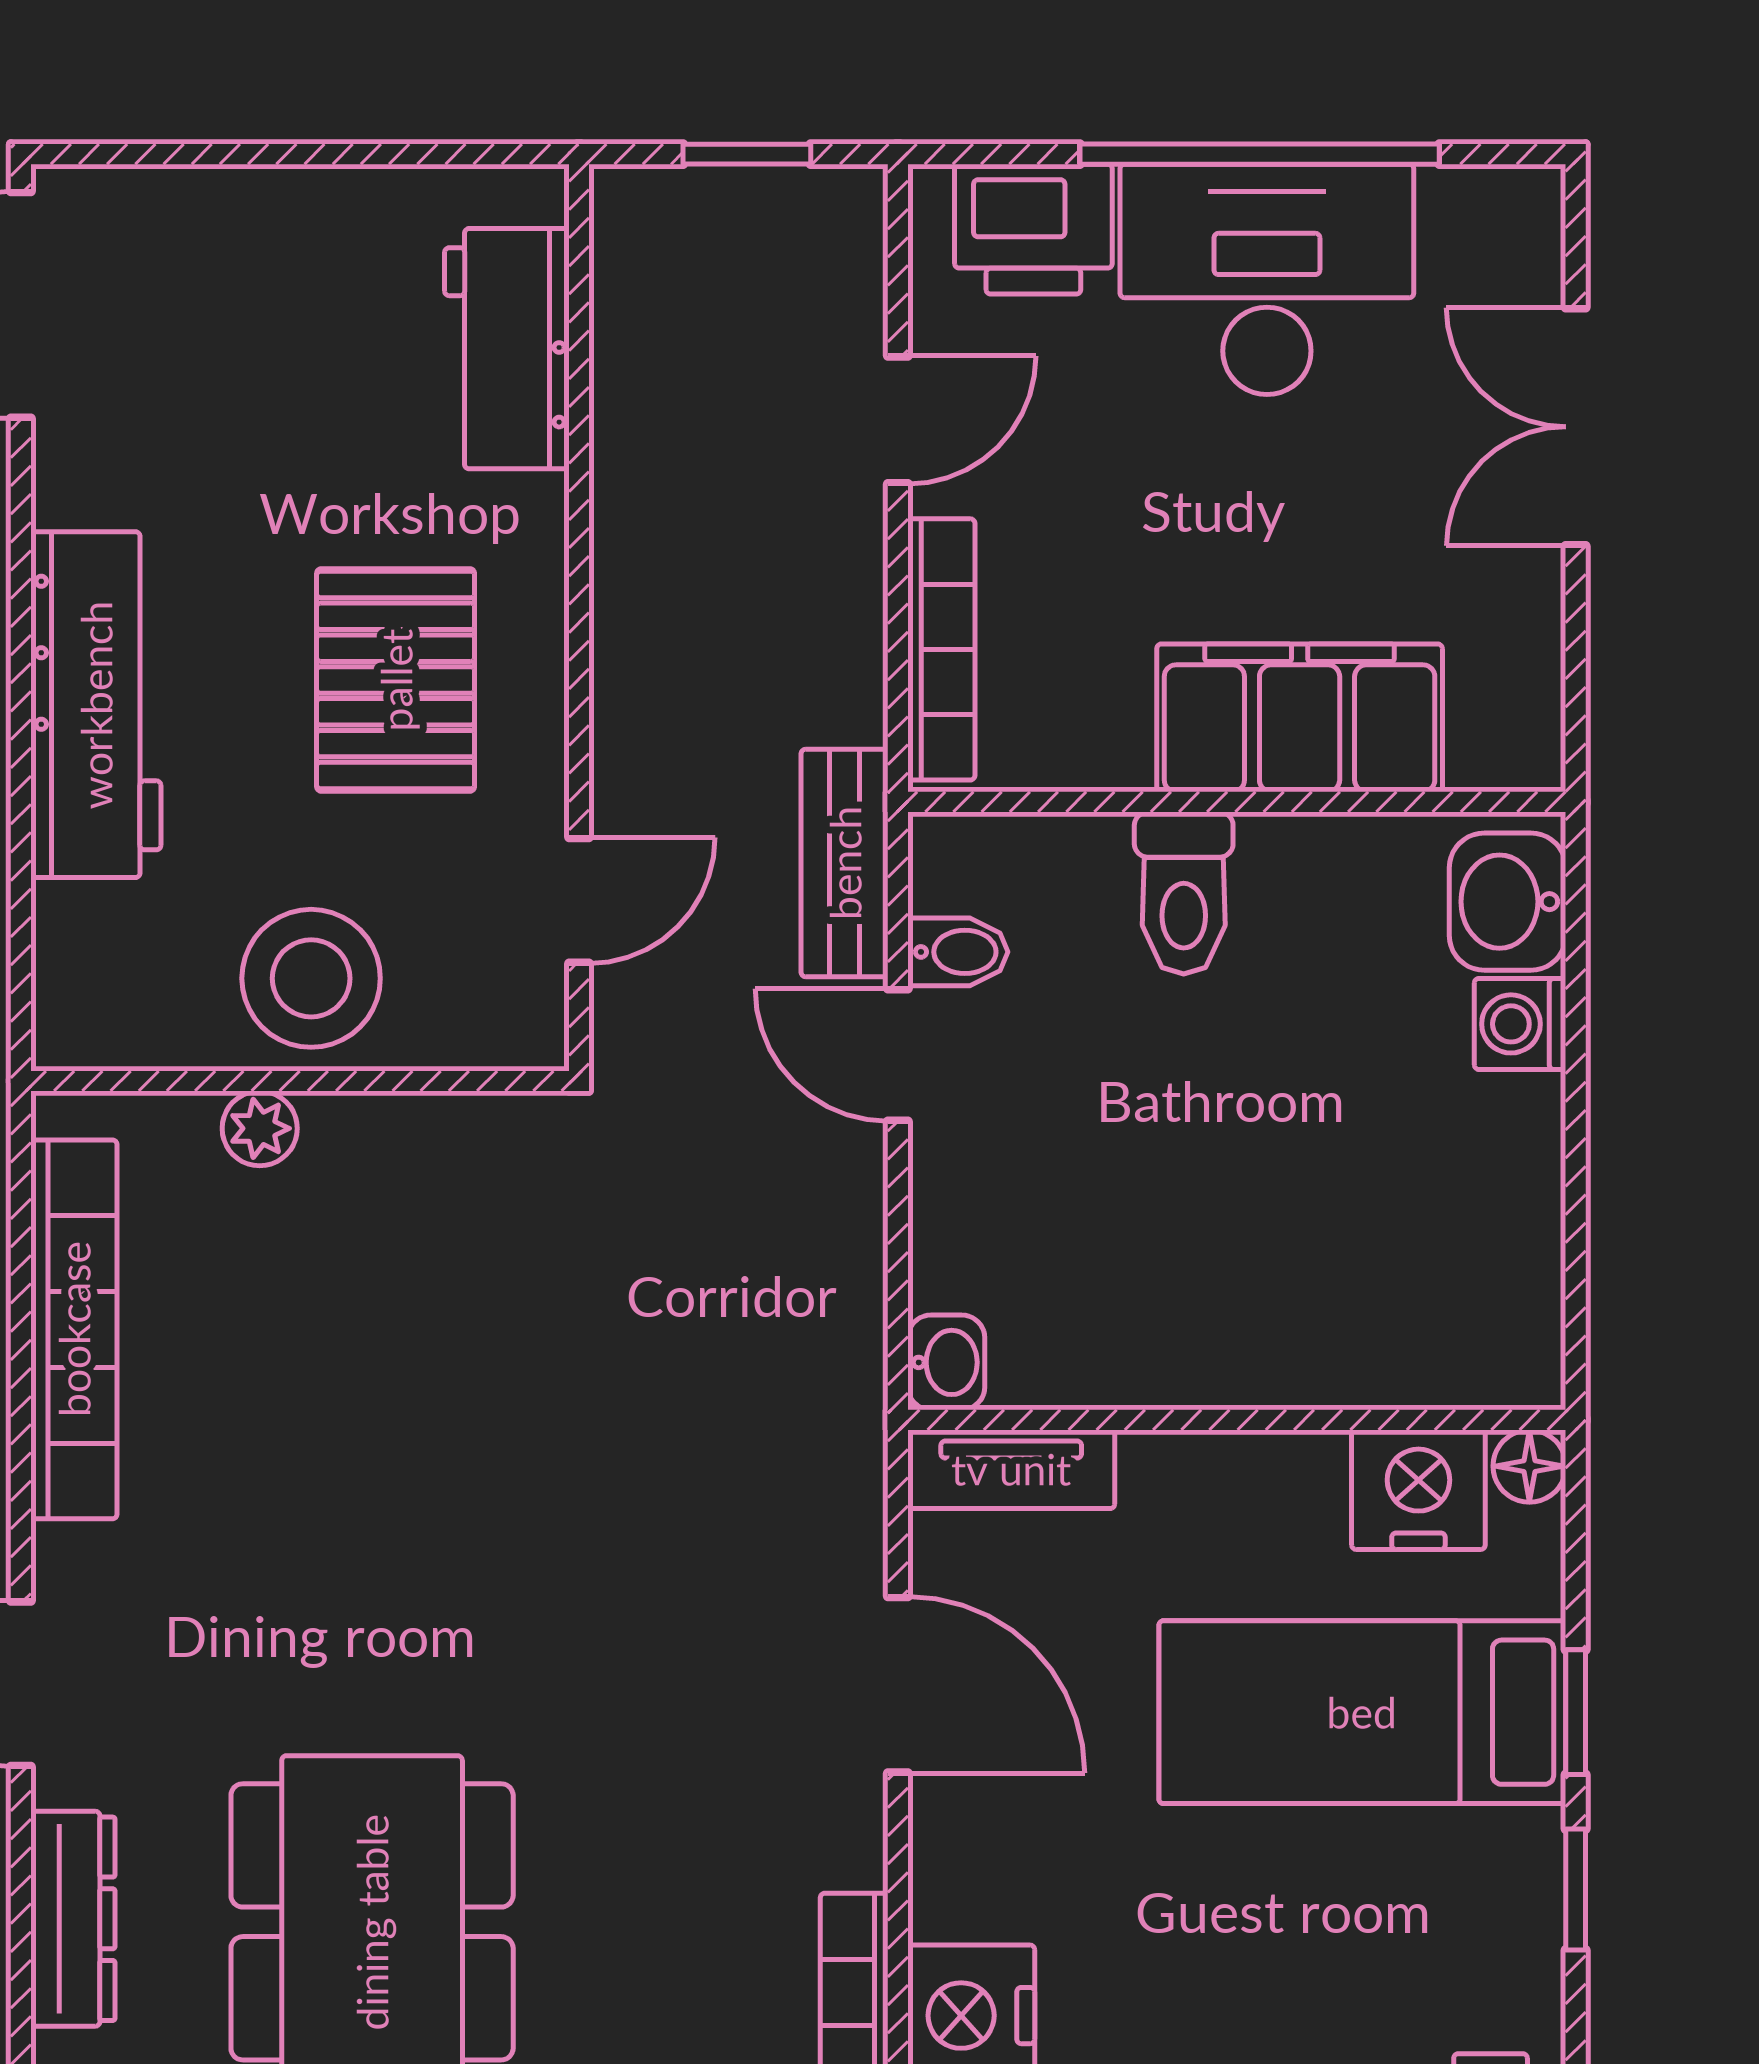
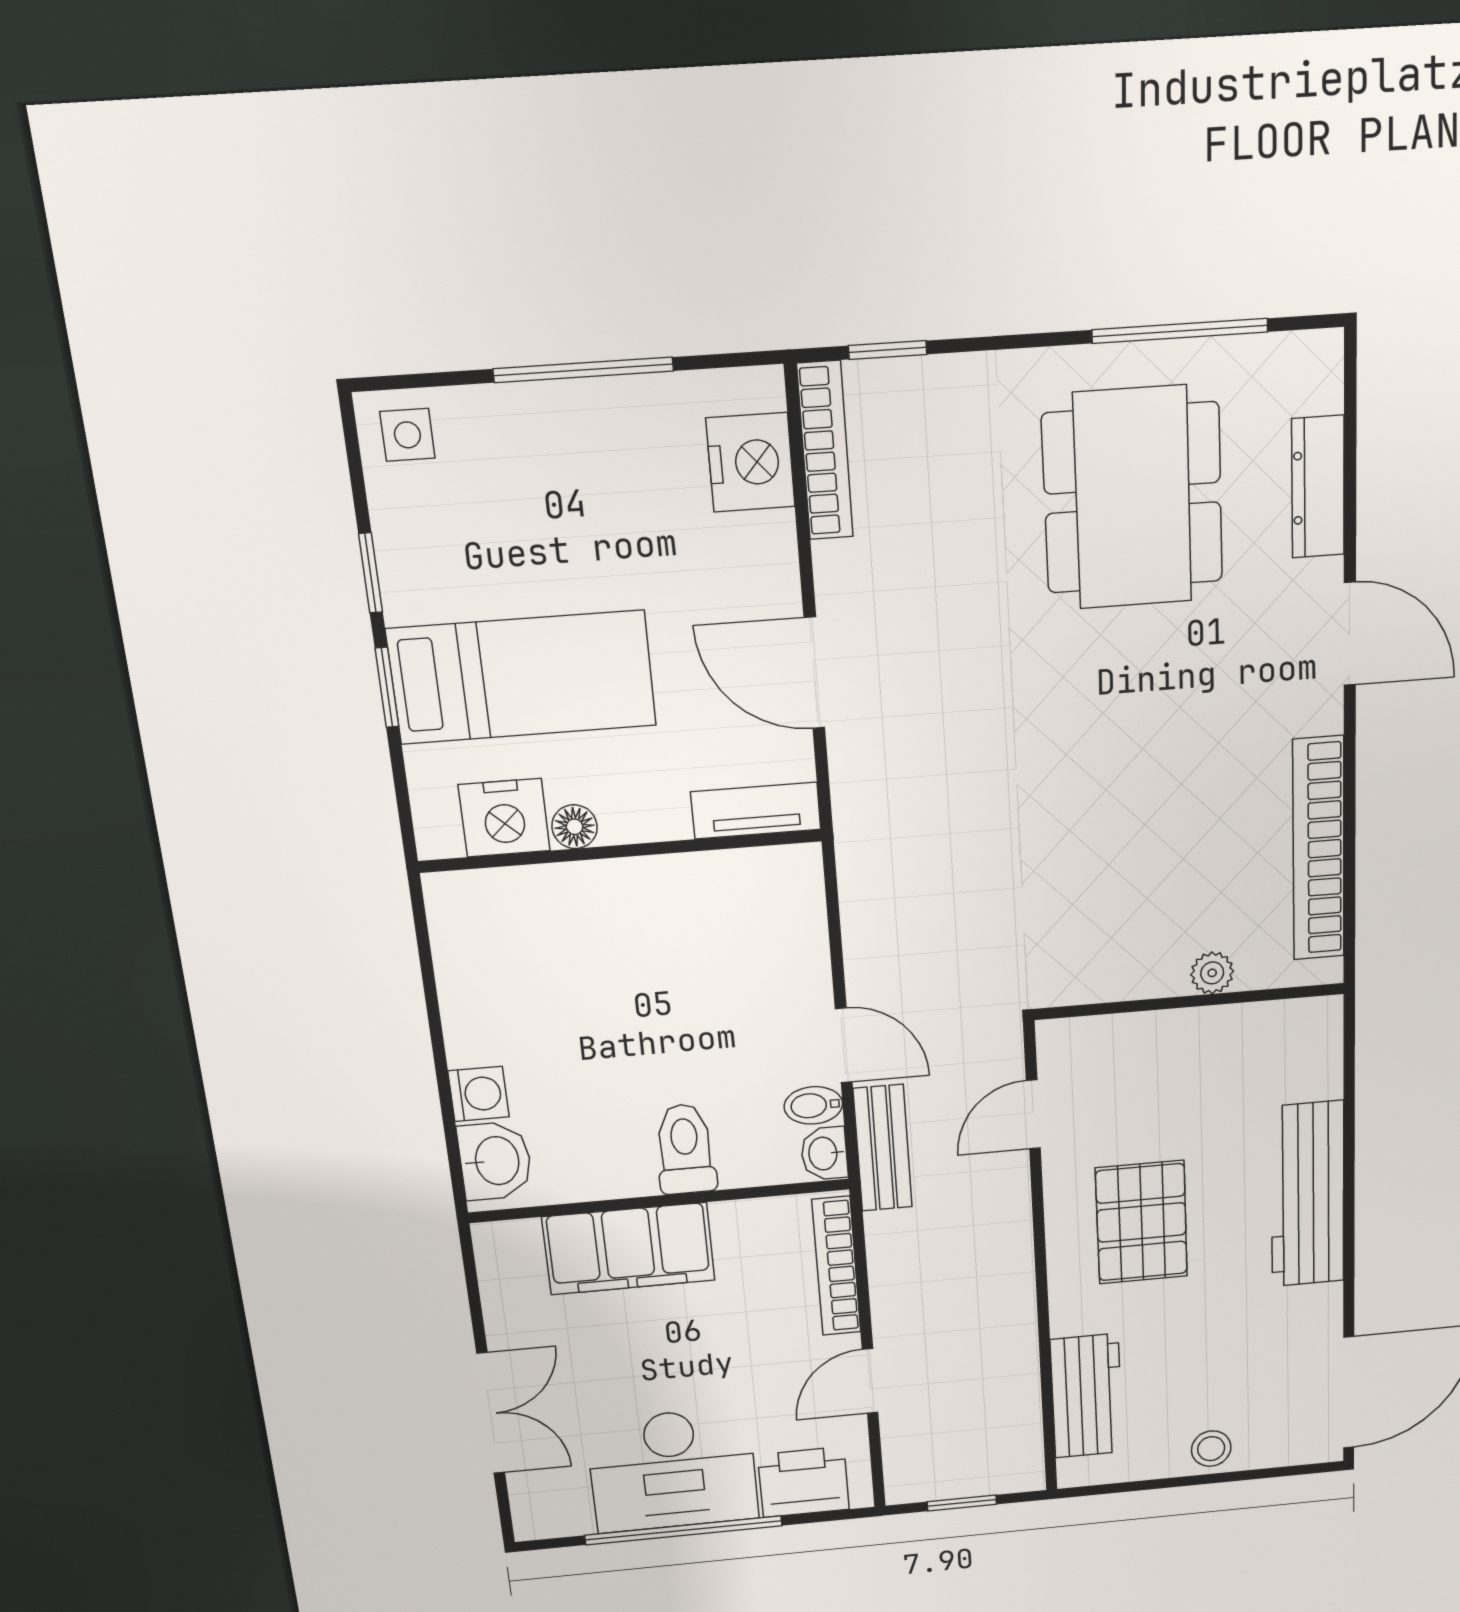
stool: (311, 978) -> (1211, 1449), moved, width x0.53, depth x0.53
washbasin: (946, 1362) -> (824, 1153), moved
floor lamp: (1529, 1466) -> (575, 827), moved

